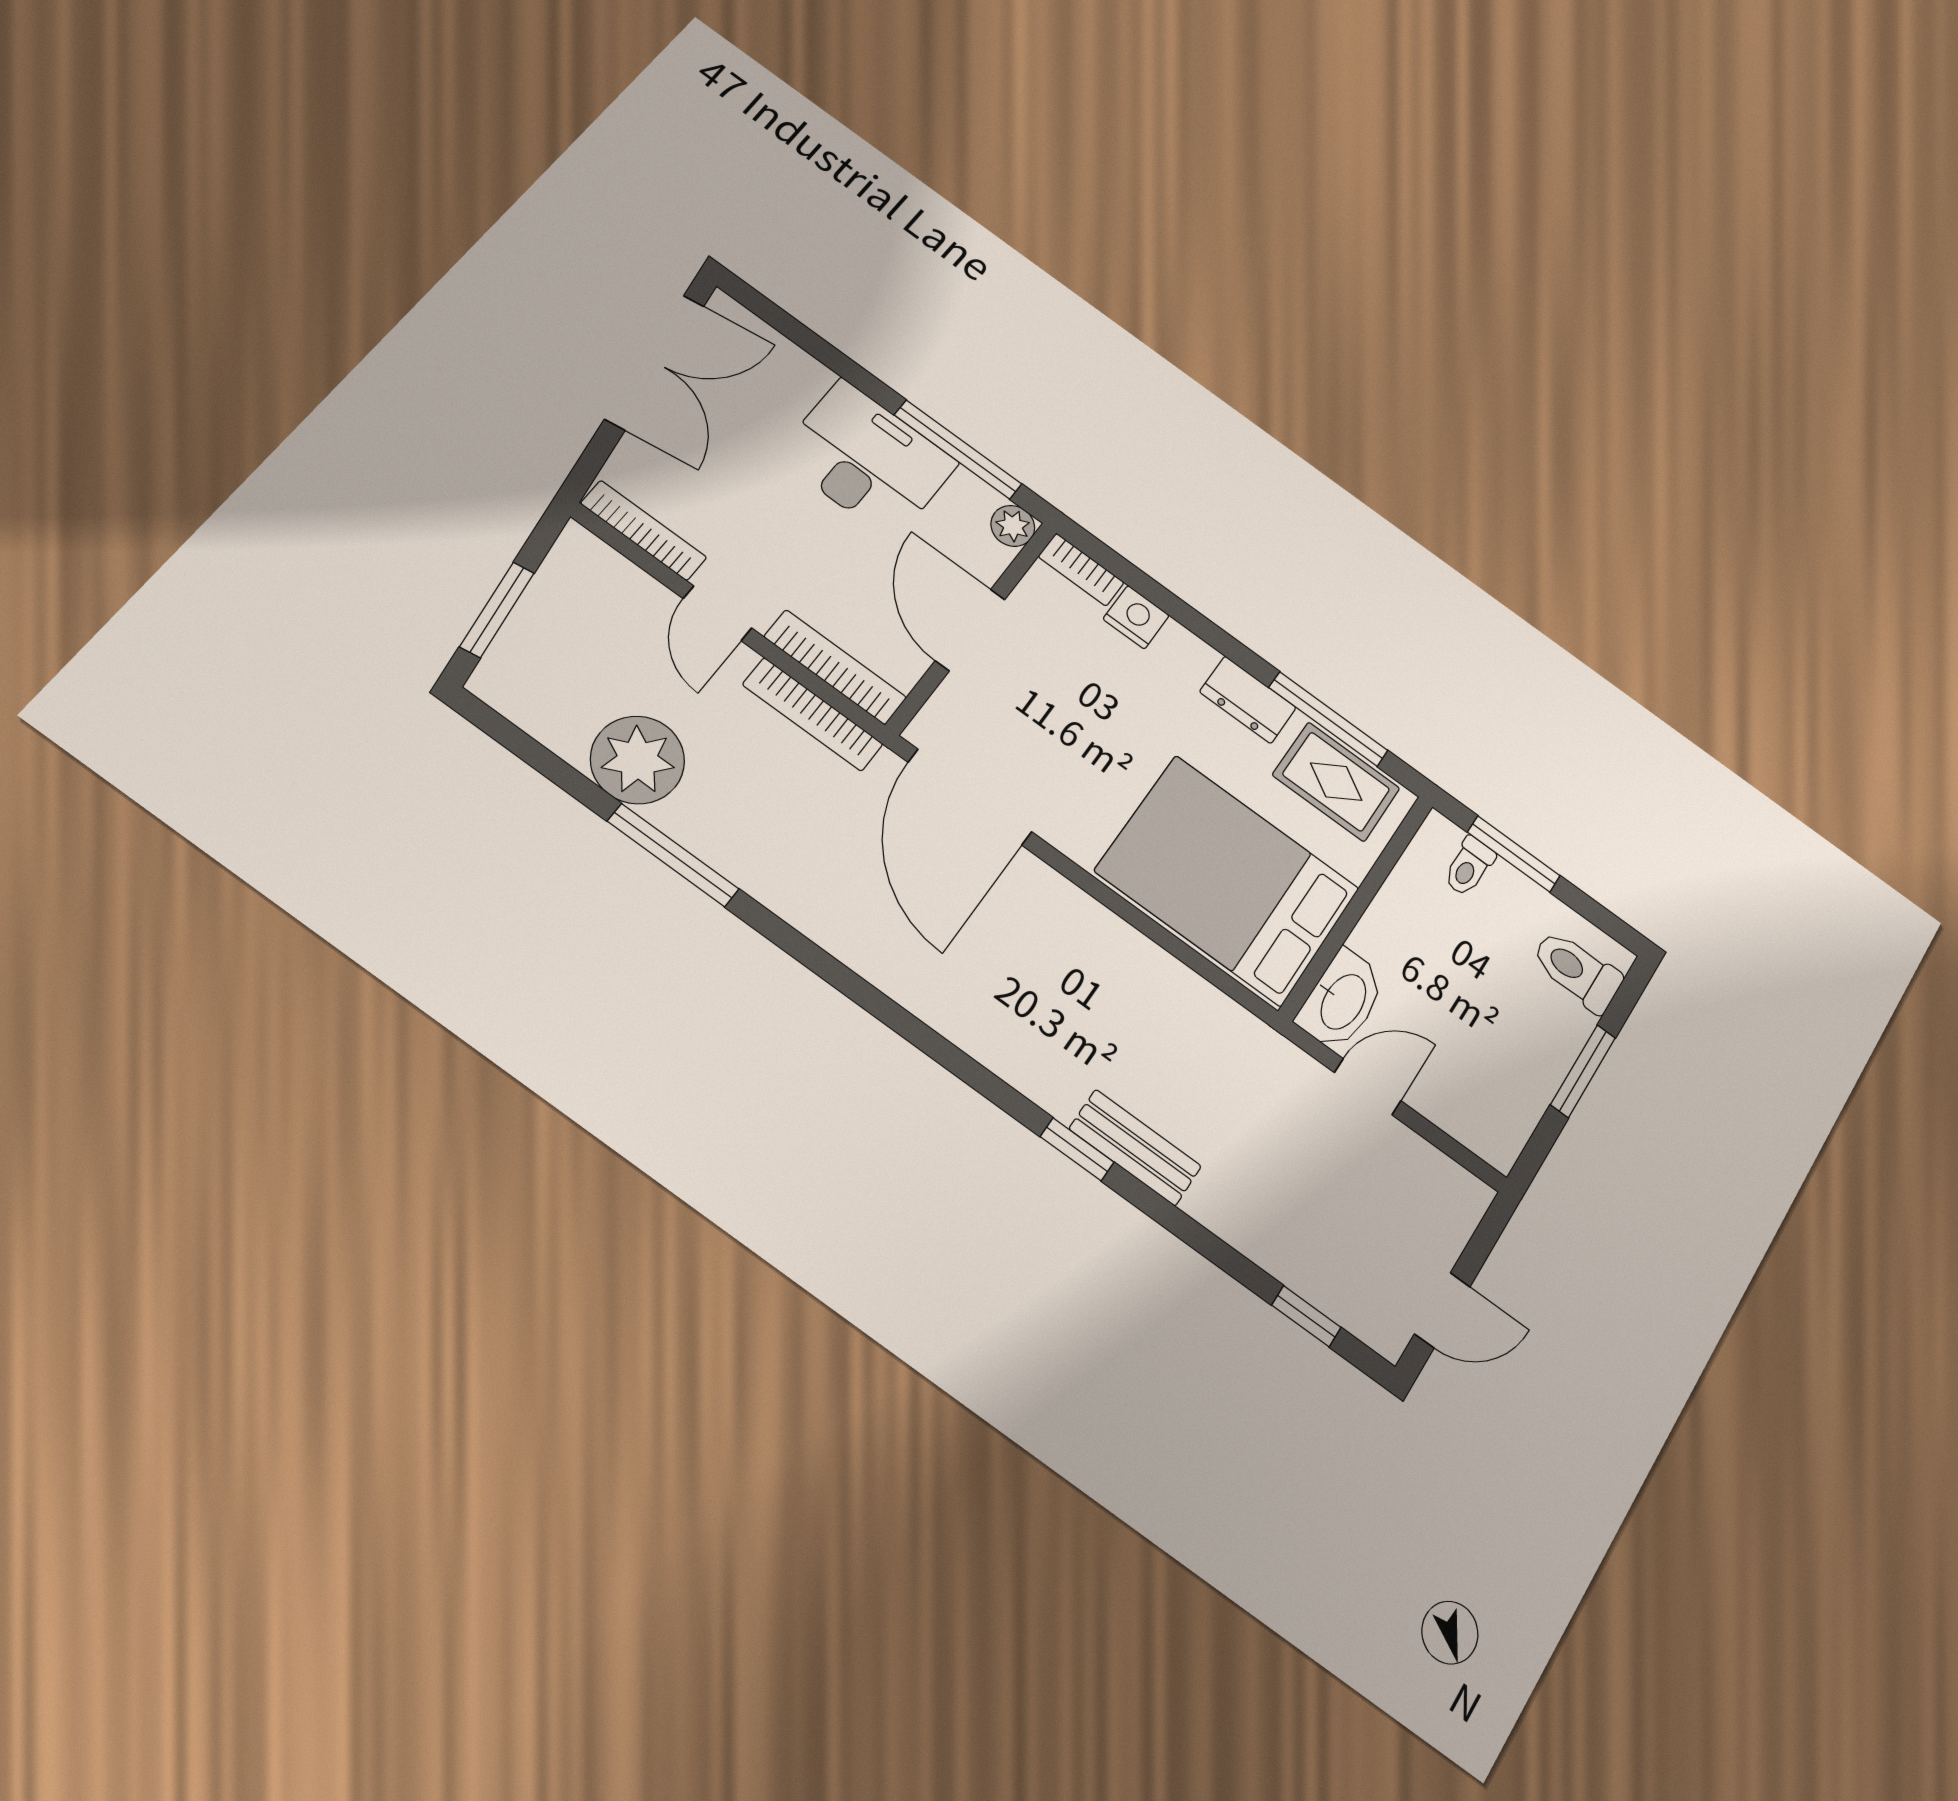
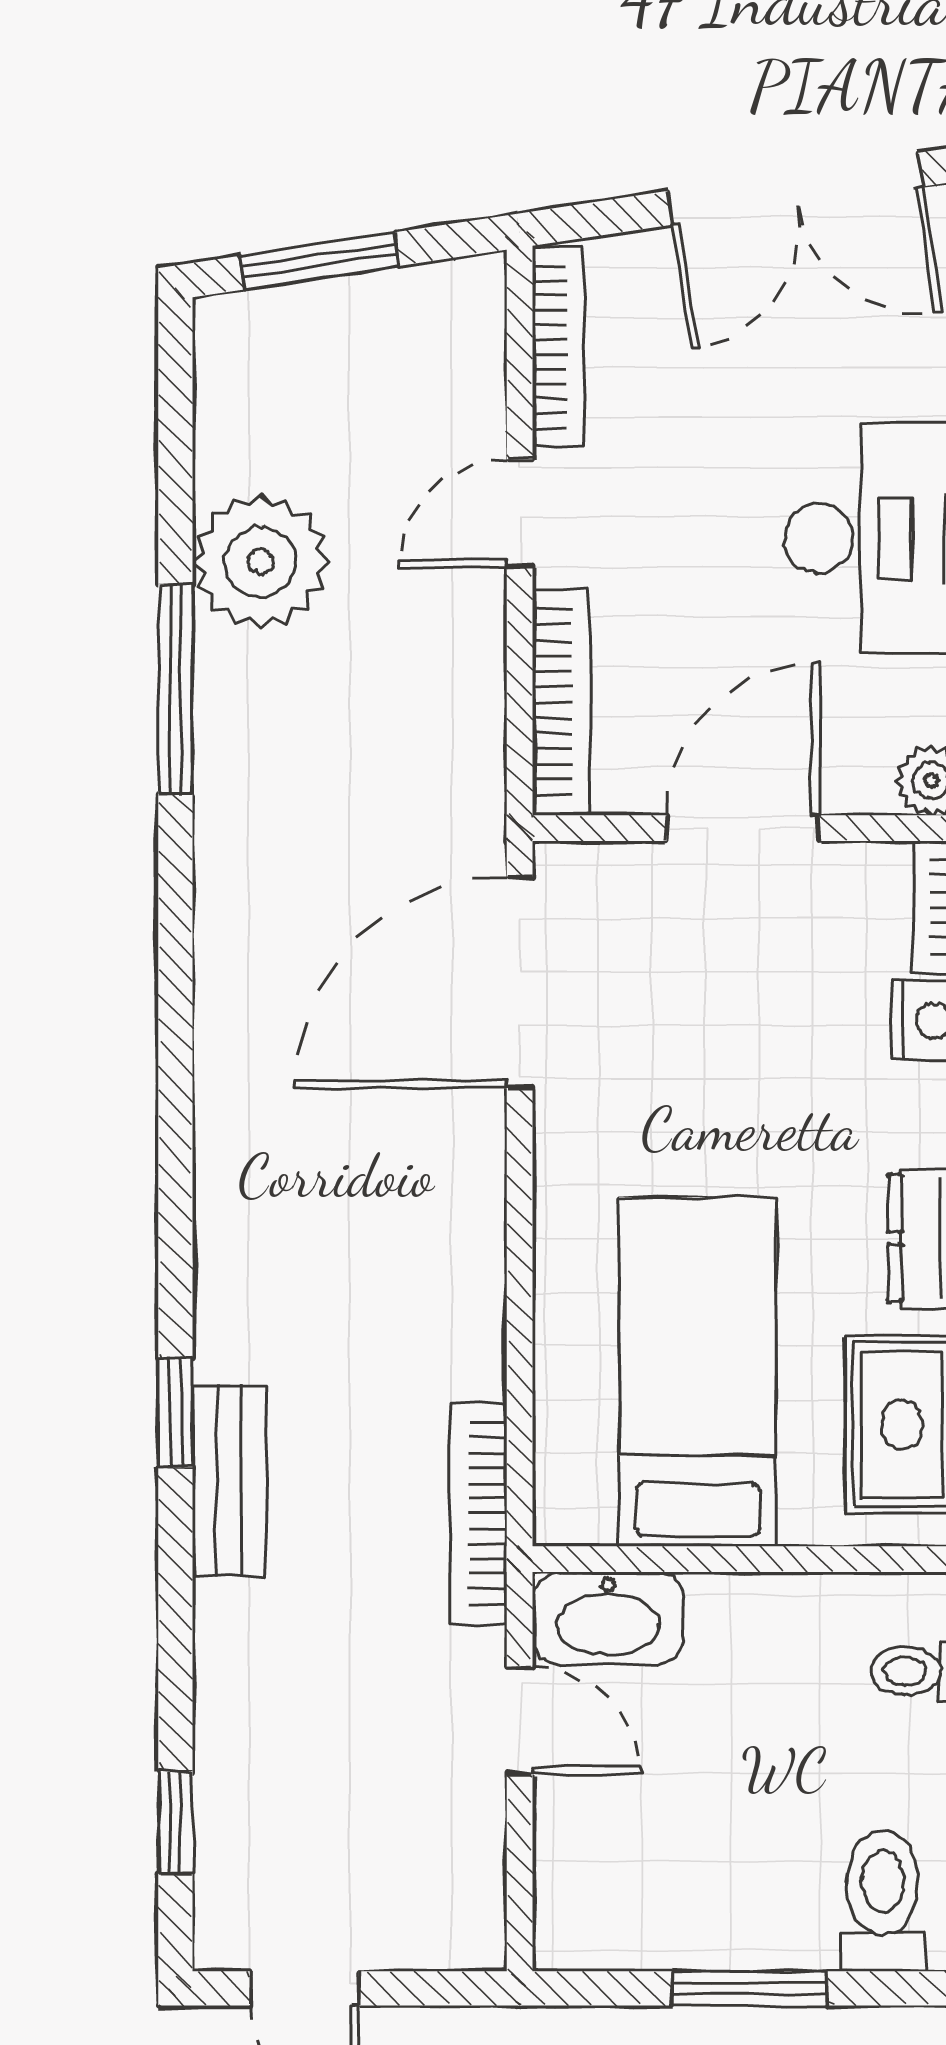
bookcase: (813, 714) -> (479, 1514), moved
bed: (1228, 880) -> (698, 1372), width x0.67

